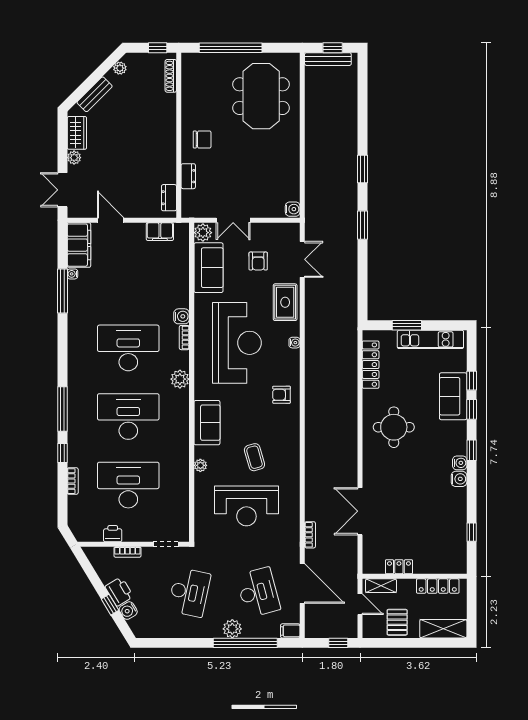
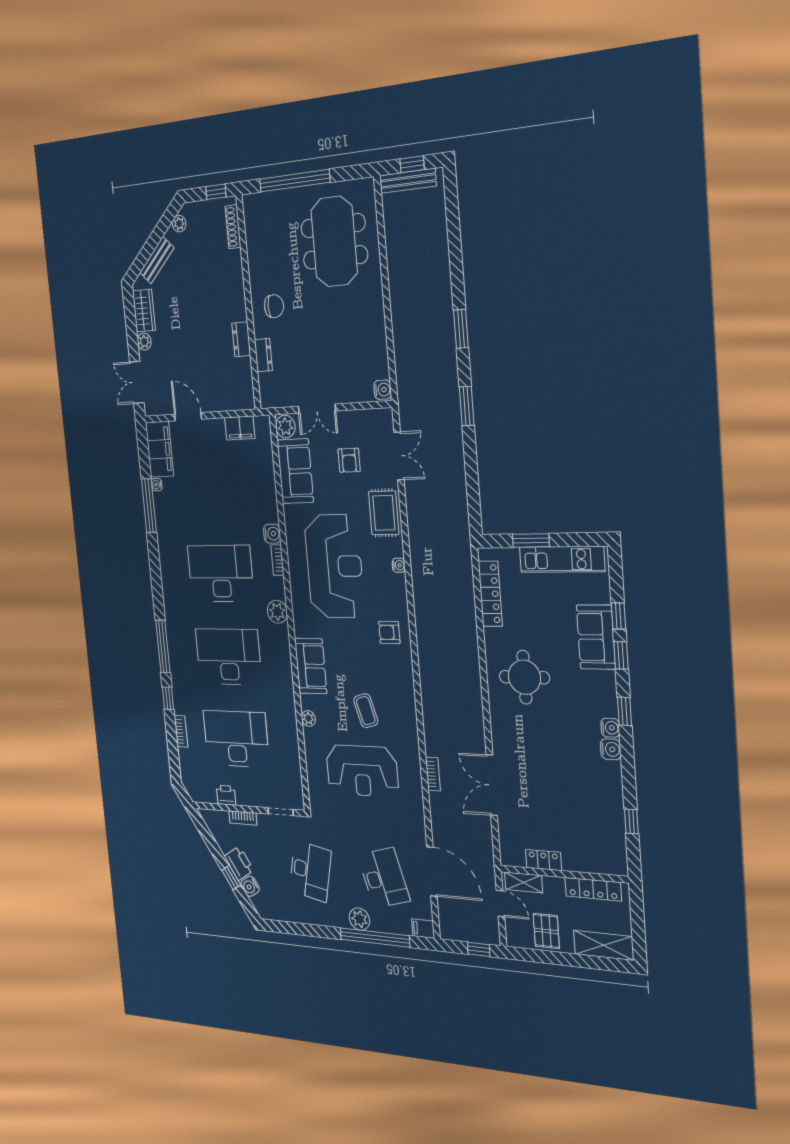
dresser: (169, 198) -> (241, 339), moved
bookcase: (310, 535) -> (433, 774), moved

